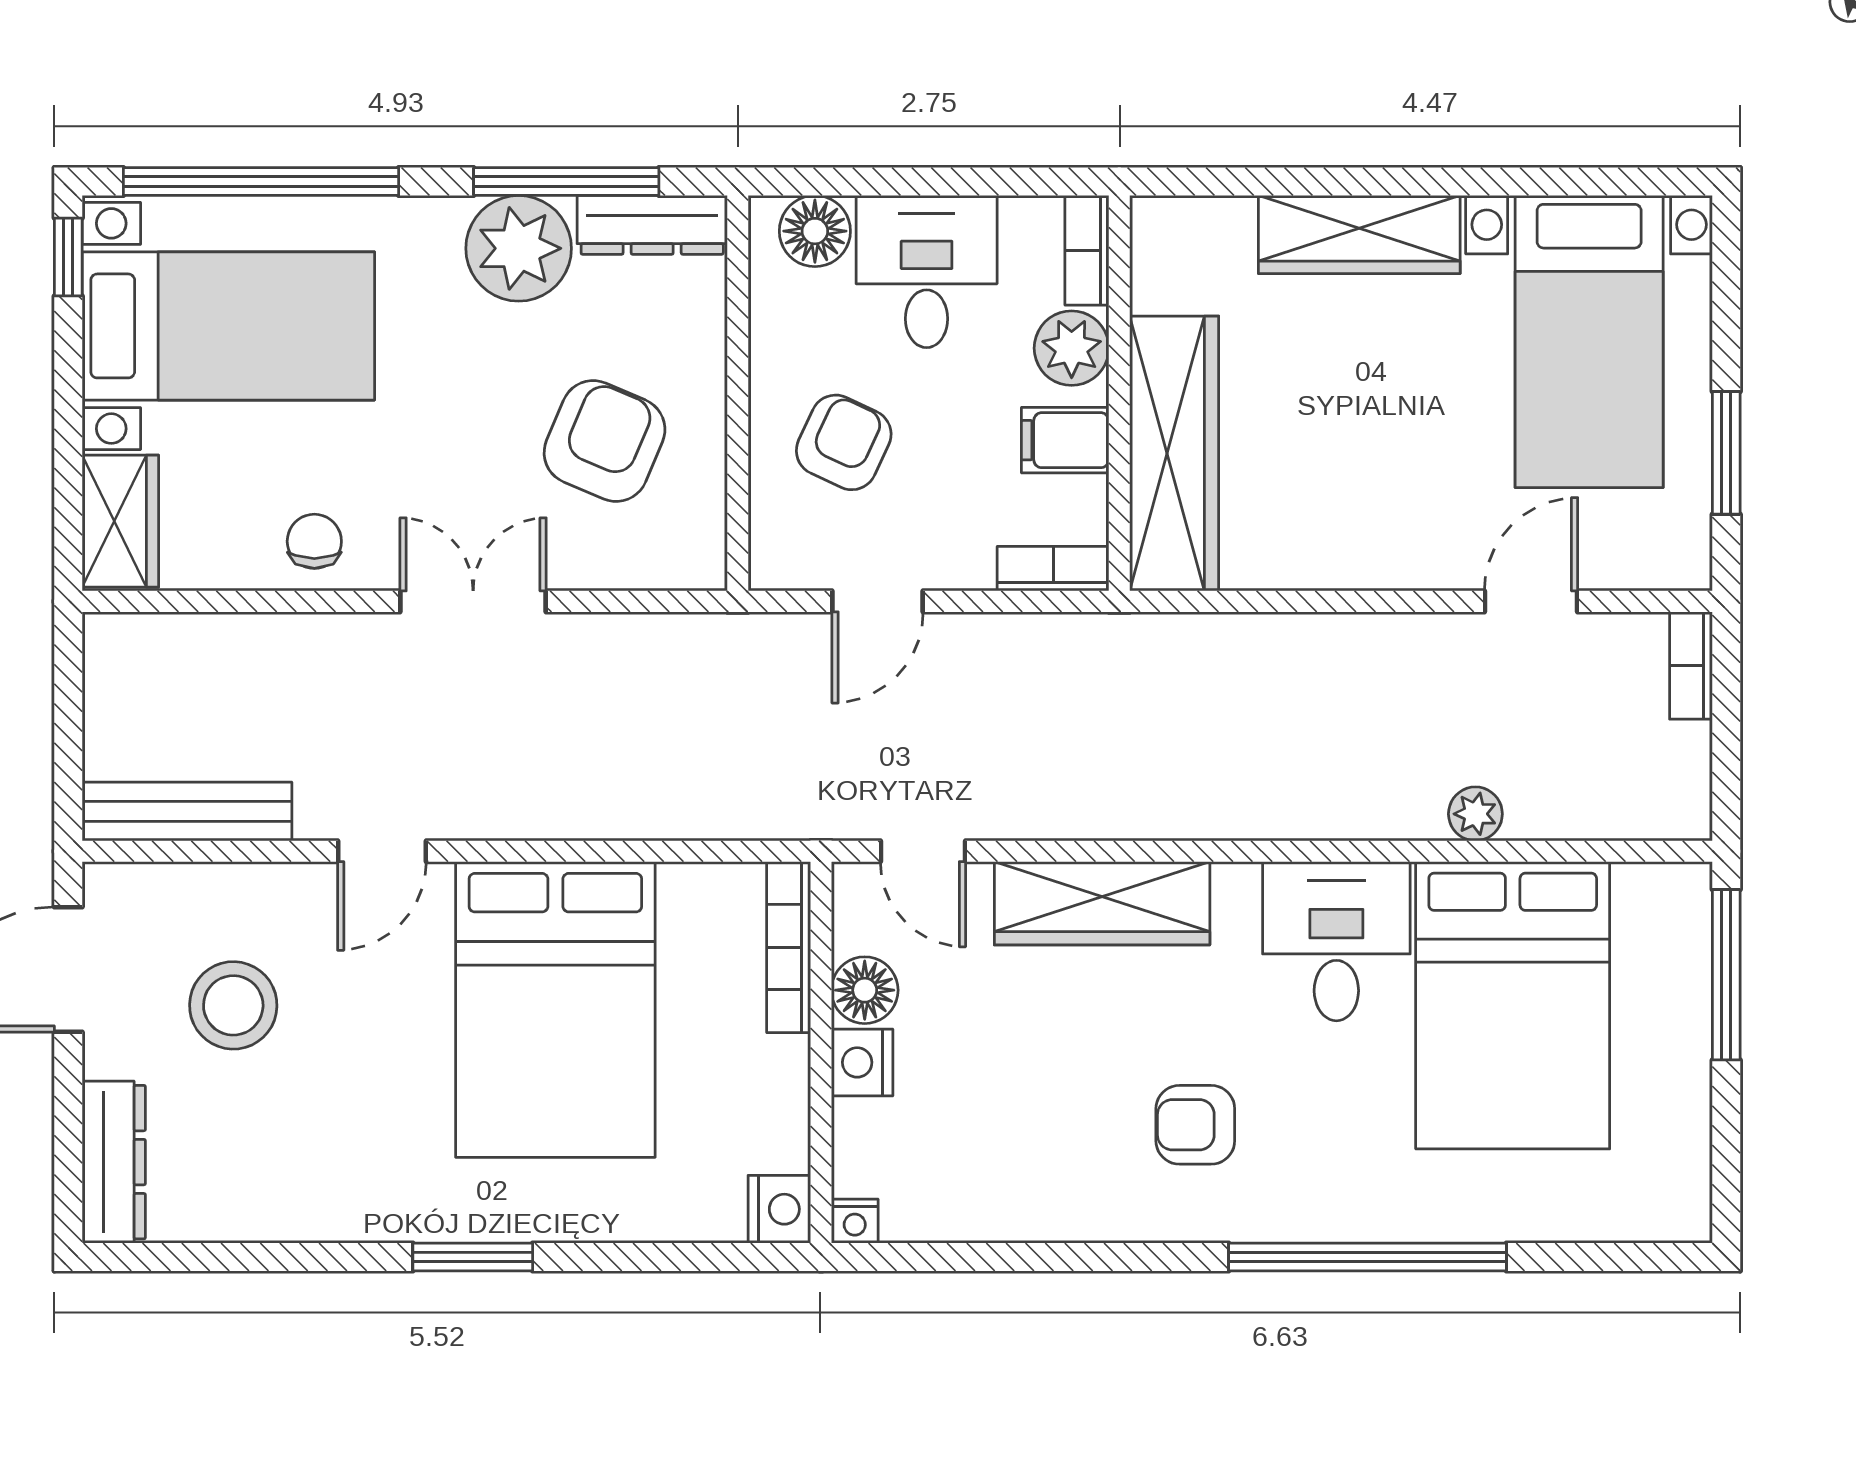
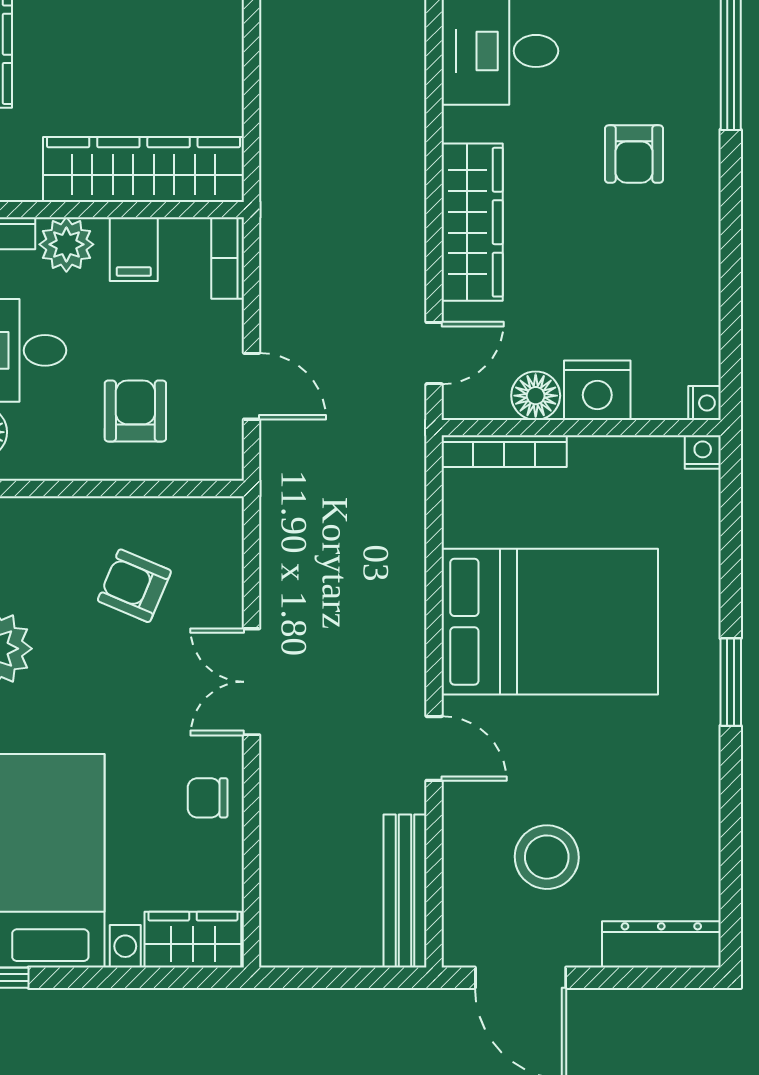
armchair: (605, 441) -> (134, 586), width x0.72, depth x0.72
armchair: (844, 442) -> (135, 411), turned 65
nightstand: (862, 1062) -> (597, 390), width x1.36, depth x1.33
nightstand: (779, 1209) -> (703, 452), width x0.72, depth x0.74

